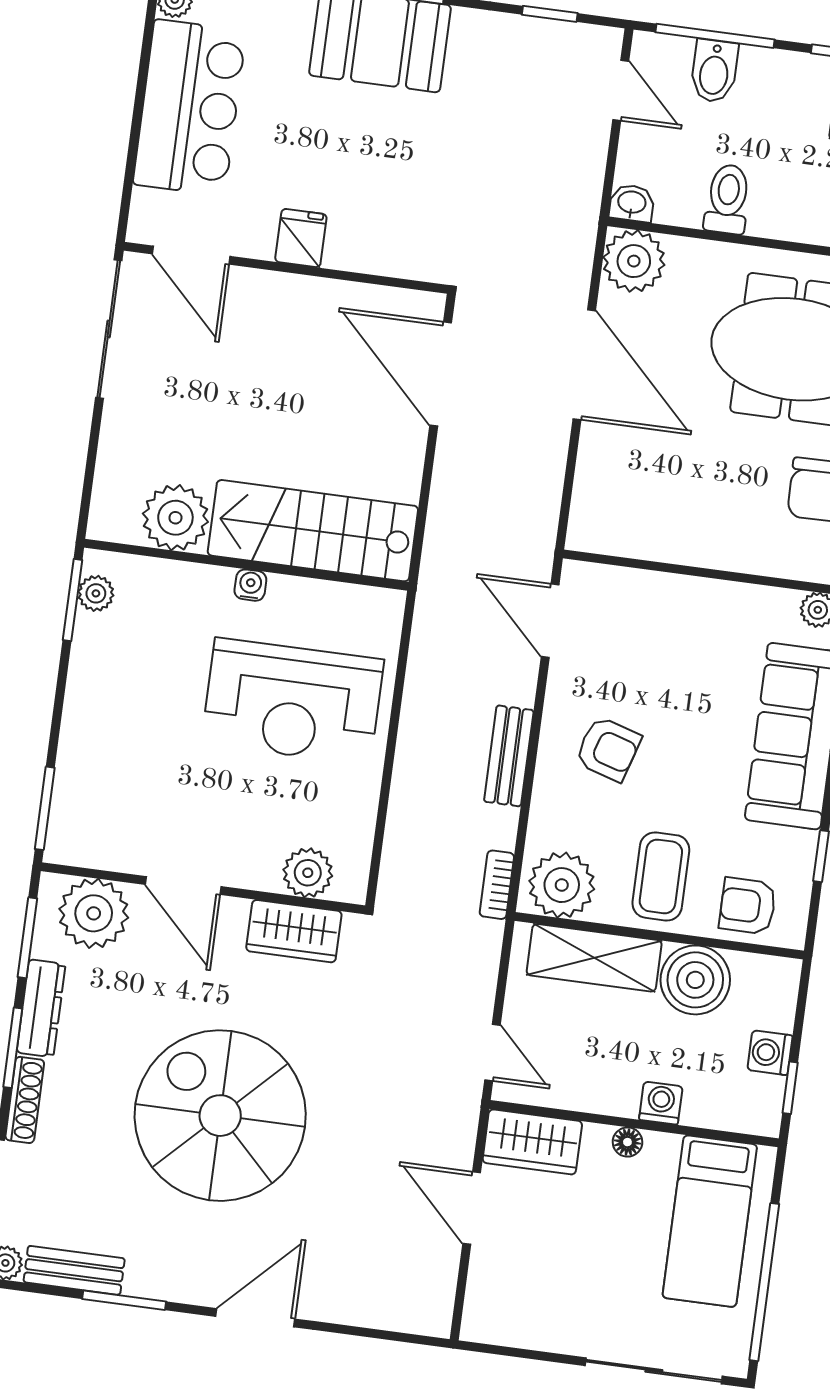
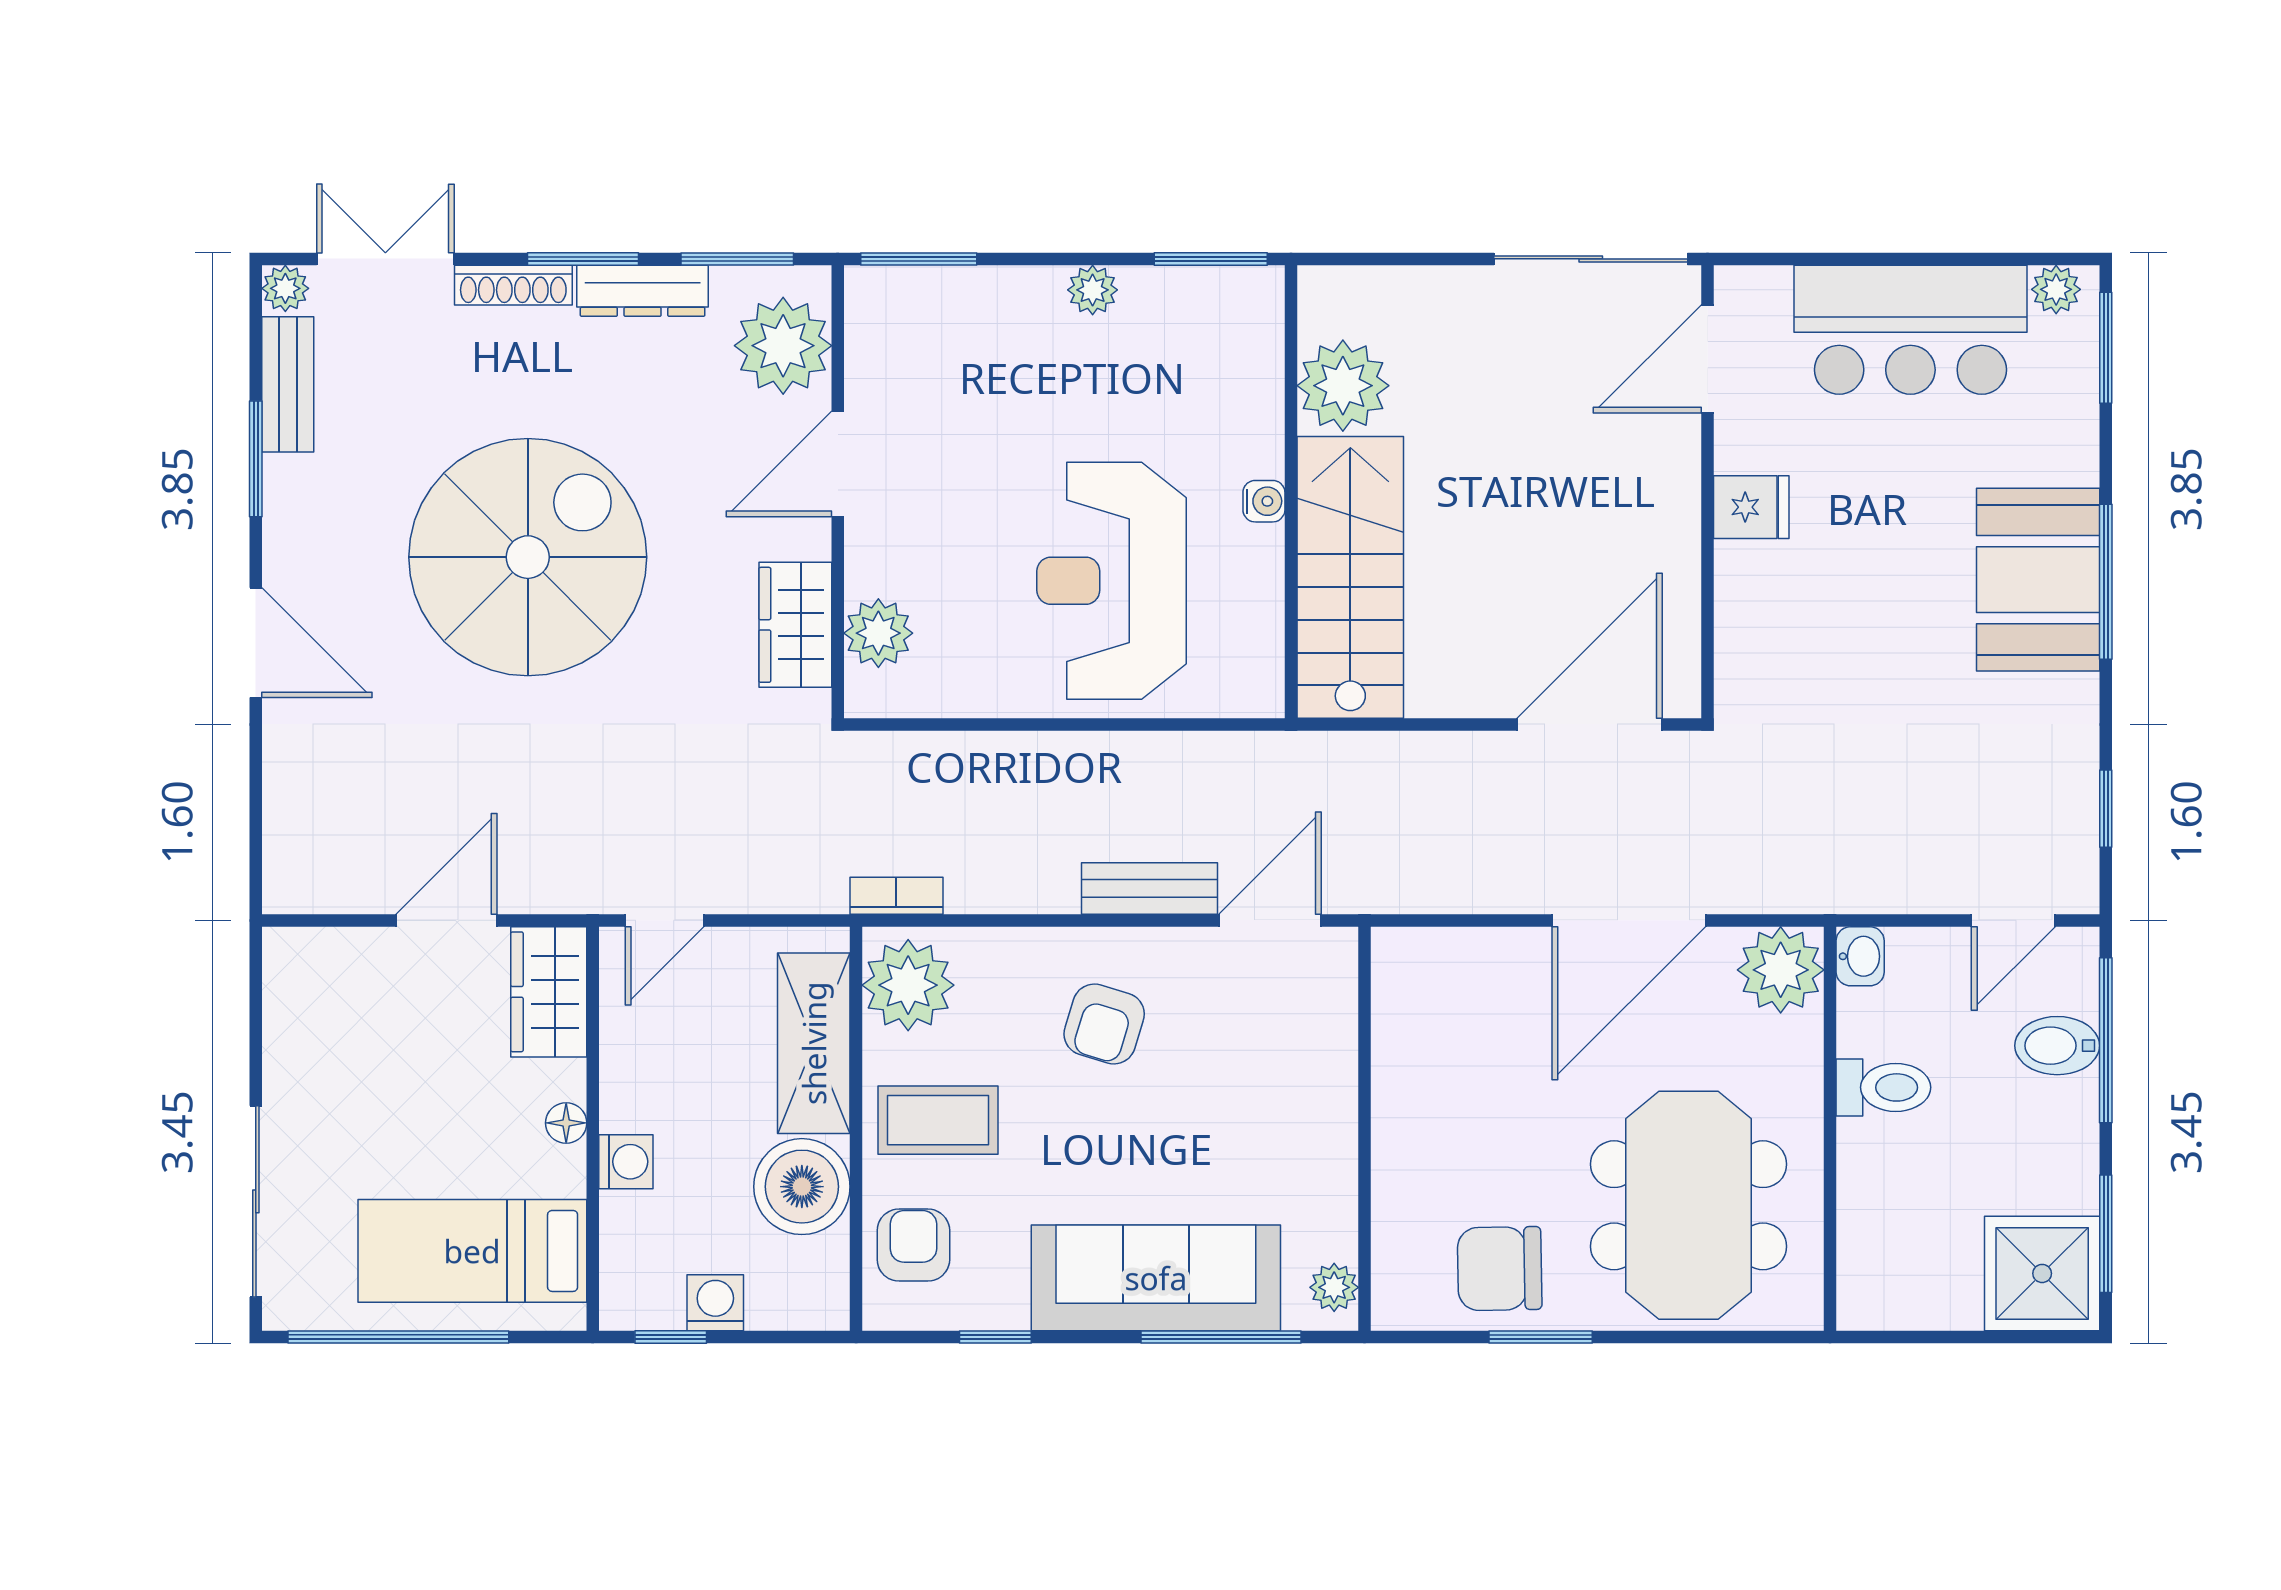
plant: (96, 593) -> (1093, 290), moved
bench: (509, 756) -> (1150, 888), moved

